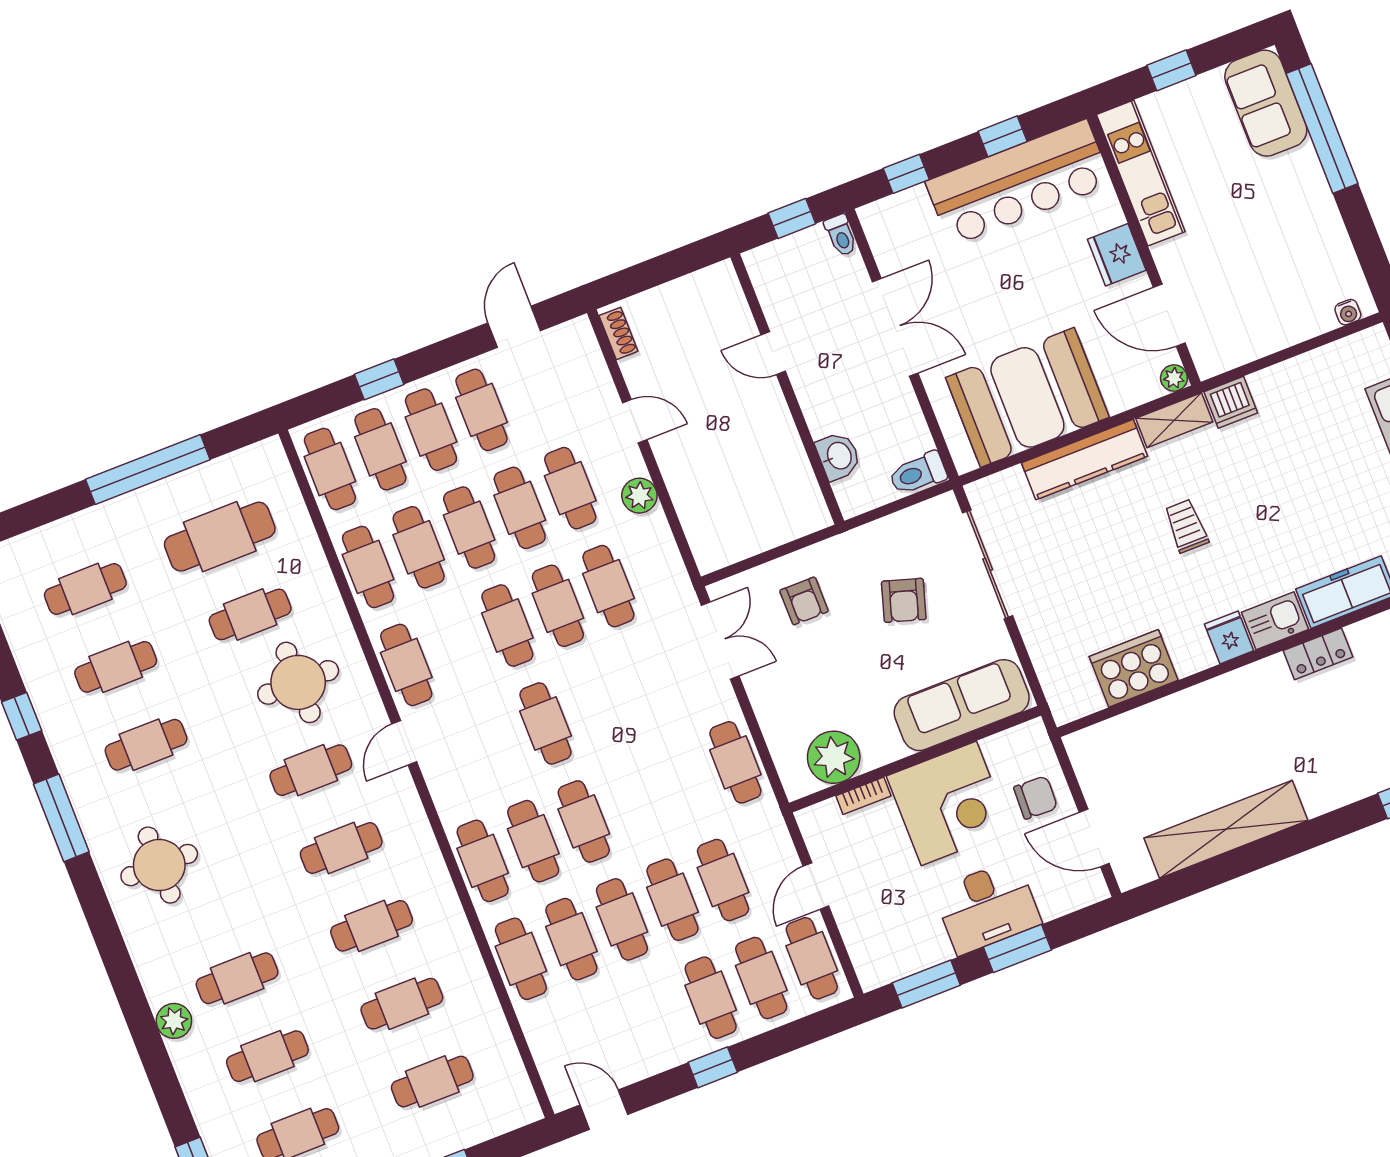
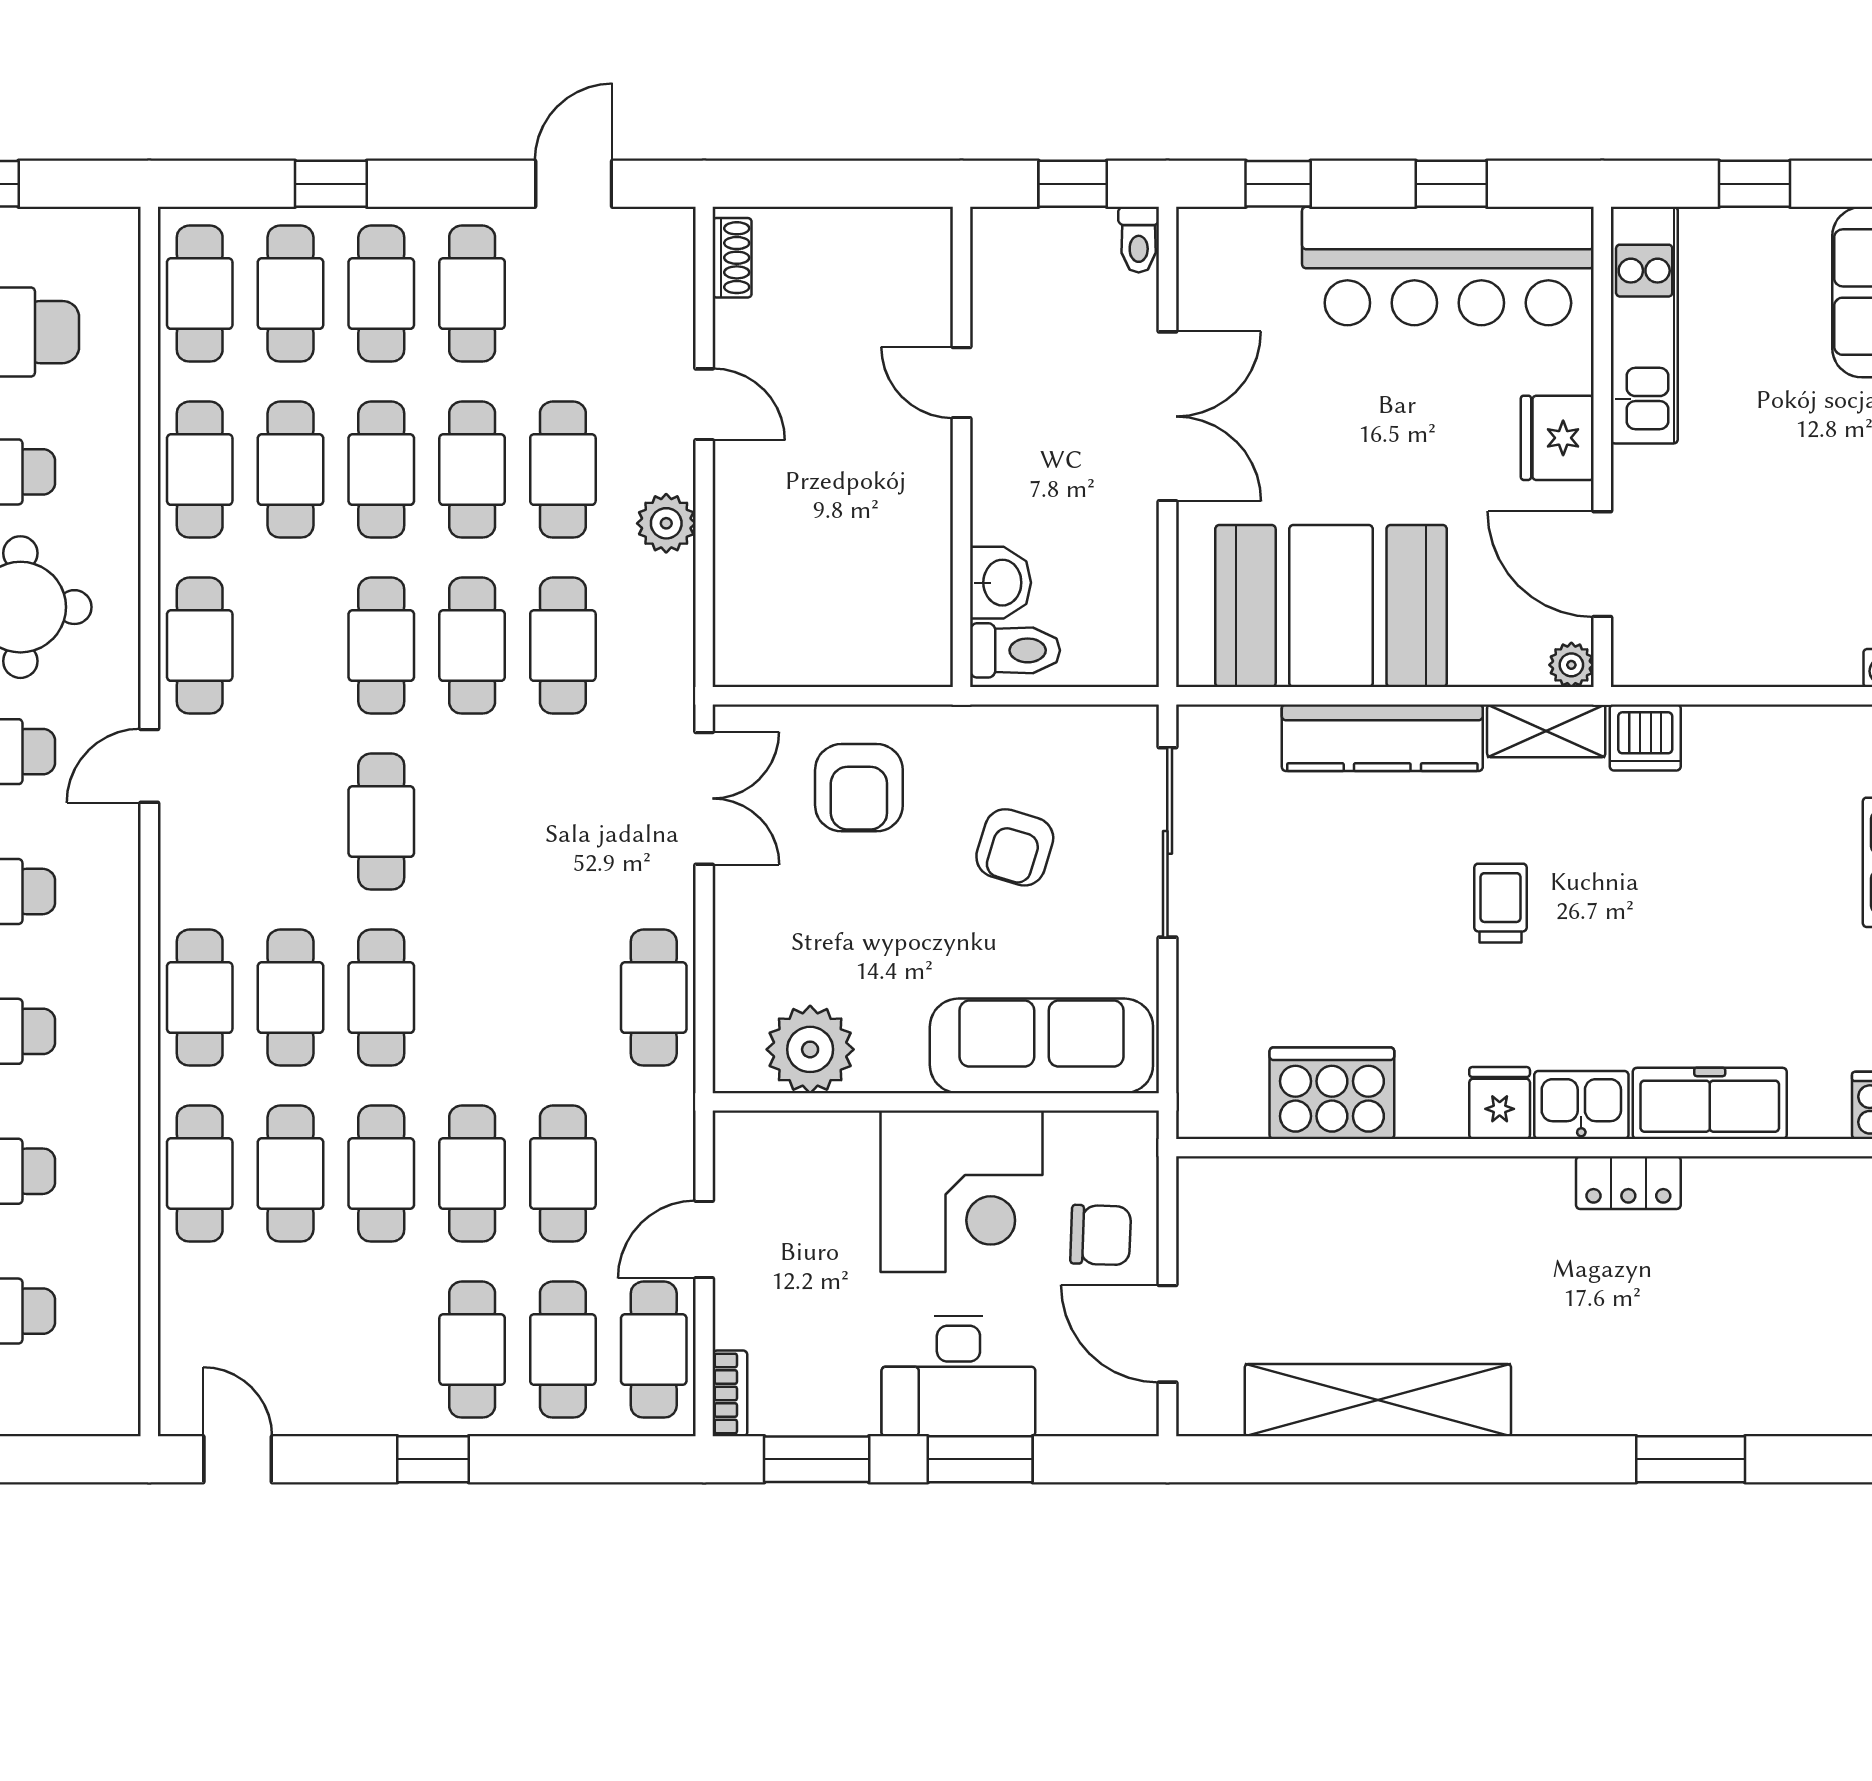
toilet: (918, 473) -> (1015, 650), moved, turned 180
armchair: (804, 601) -> (859, 788), width x1.38, depth x1.38
bookcase: (863, 796) -> (730, 1393), moved, turned -90

